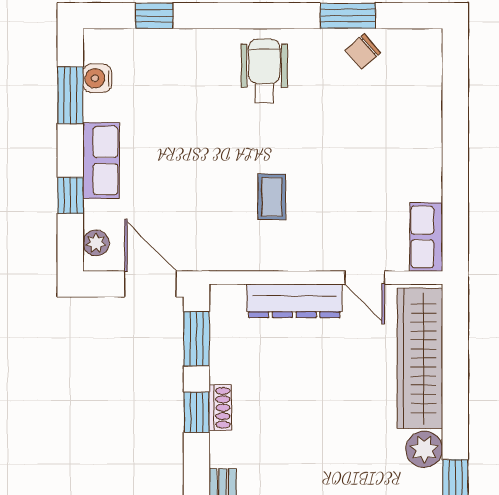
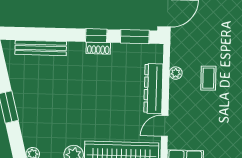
coffee table: (272, 197) -> (208, 78), turned 90
plant: (264, 259) -> (176, 73), added

